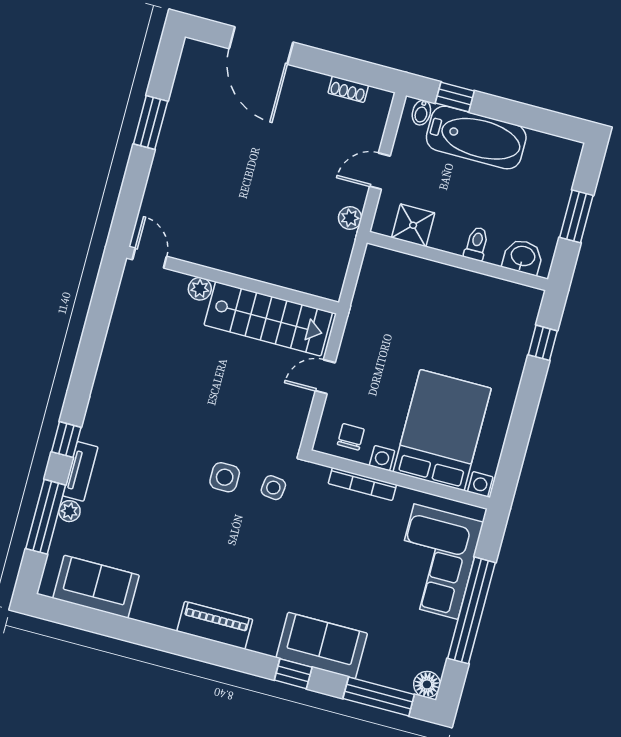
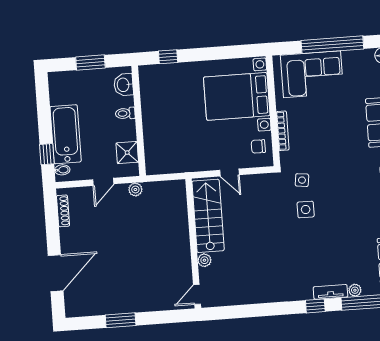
shoe rack: (348, 89) -> (63, 211), width x1.43
door: (380, 171) -> (103, 182), hinge flipped

